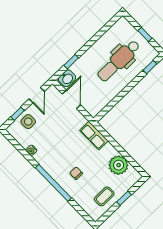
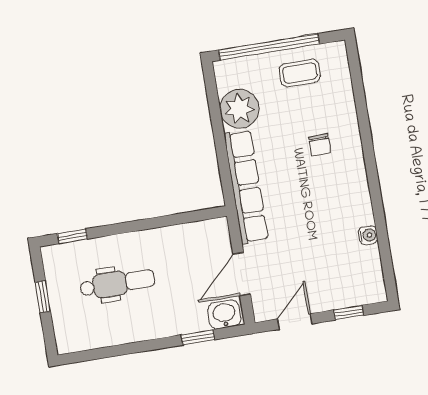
dental chair: (119, 61) -> (117, 283), width x0.73, depth x0.72
side table: (28, 122) -> (340, 287), removed
row of seats: (94, 136) -> (246, 187), width x2.02
window: (53, 183) -> (369, 155), removed
window: (124, 198) -> (269, 47), width x3.17

